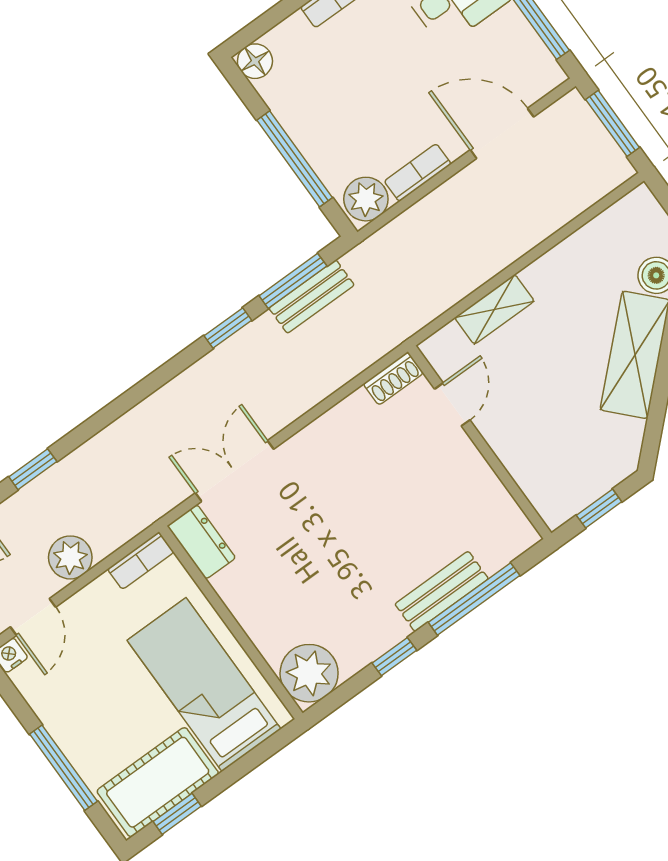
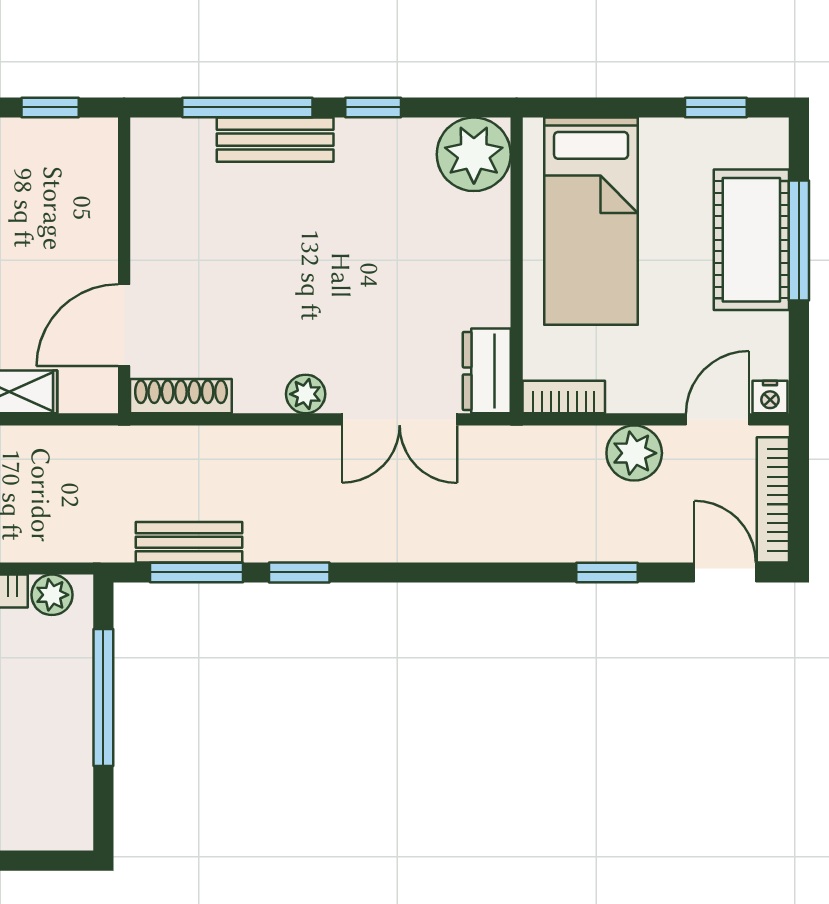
floor lamp: (255, 61) -> (71, 828), removed
plant: (366, 199) -> (52, 595), width x0.73, depth x0.73
shoe rack: (393, 378) -> (181, 396), width x1.43
door: (452, 404) -> (124, 325), width x1.37
plant: (306, 444) -> (306, 394), added
cot: (158, 782) -> (751, 240), moved, turned 90

